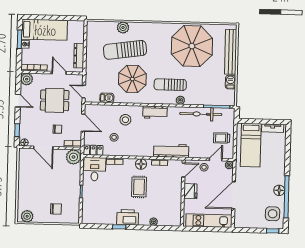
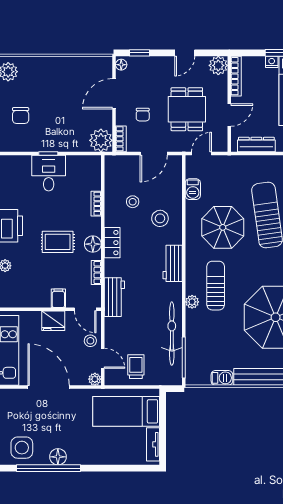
locker: (93, 150) -> (112, 243), moved
workbench: (171, 151) -> (114, 297), width x0.73
desk: (95, 169) -> (49, 173), moved, turned -90
filing cabinet: (176, 187) -> (58, 298), added

